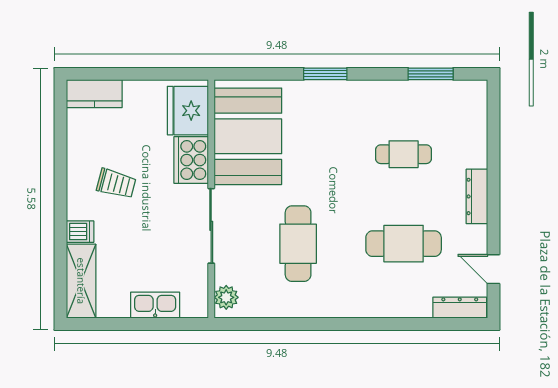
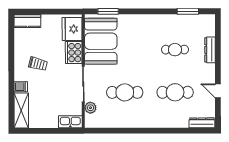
window: (325, 74) -> (108, 11), moved
dresser: (477, 196) -> (210, 50), moved
cafe table: (298, 244) -> (125, 92), turned 90
door: (493, 269) -> (218, 91), moved
plant: (226, 297) -> (90, 108), moved
kitchen sink: (155, 305) -> (70, 122), moved

